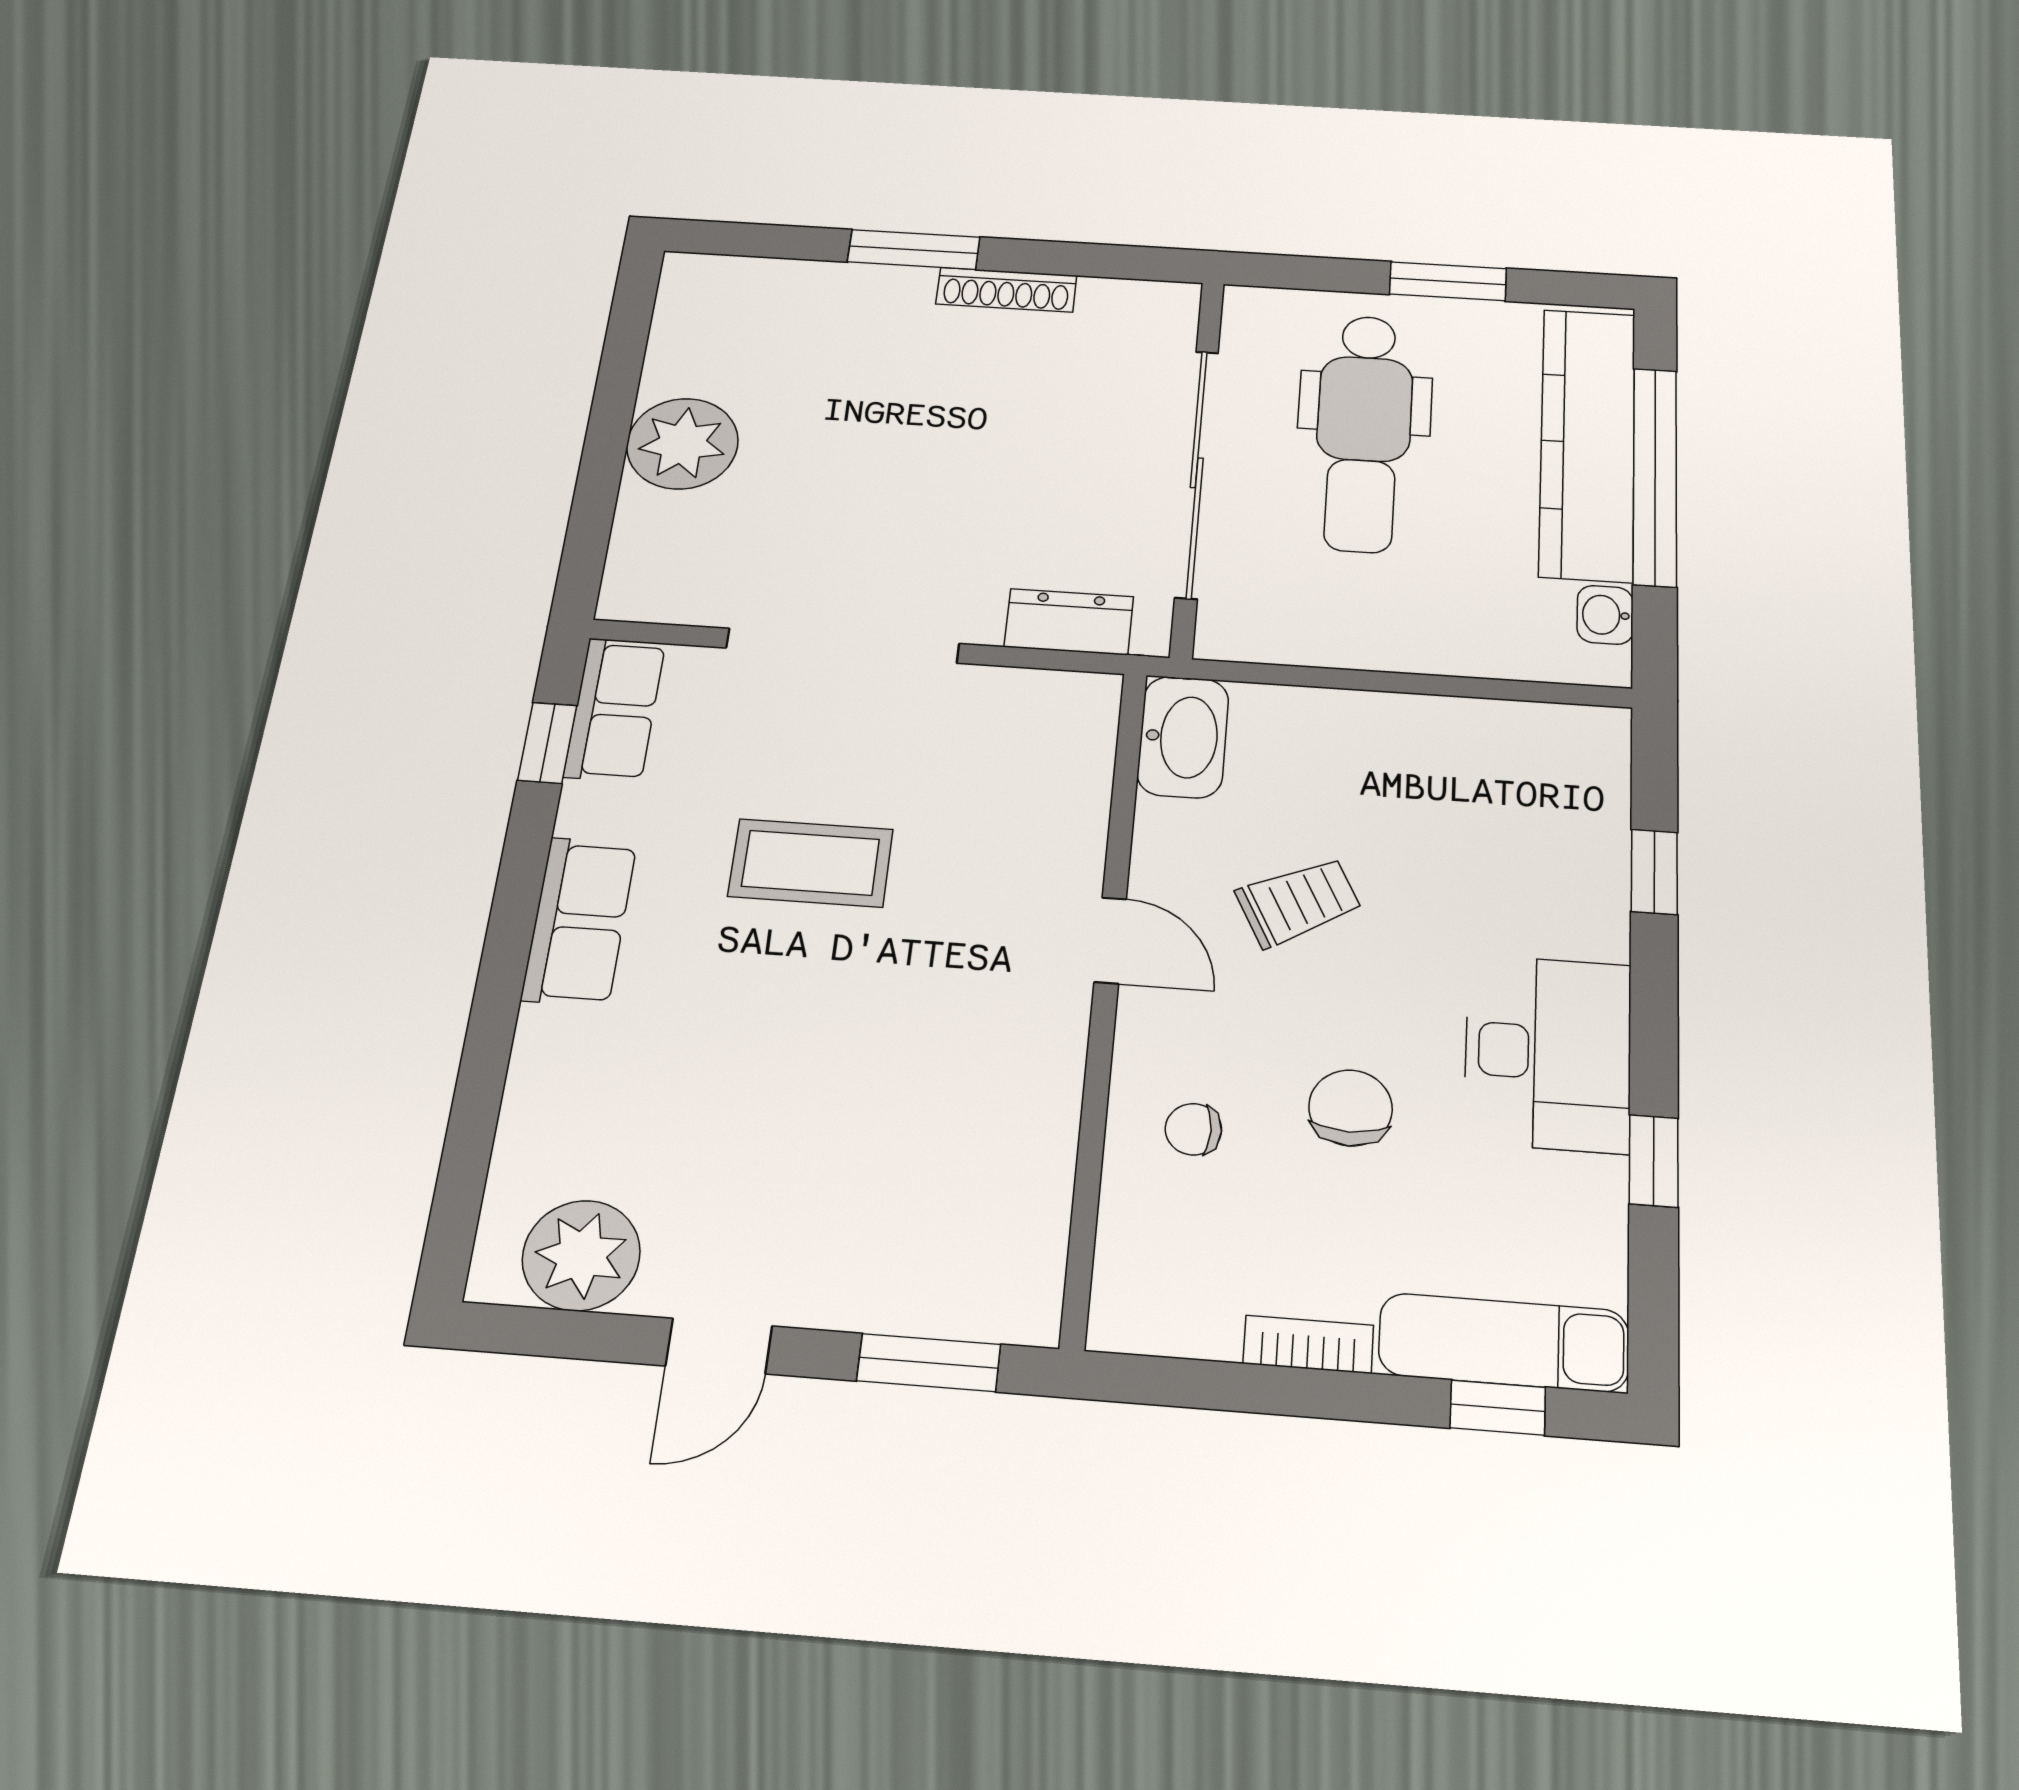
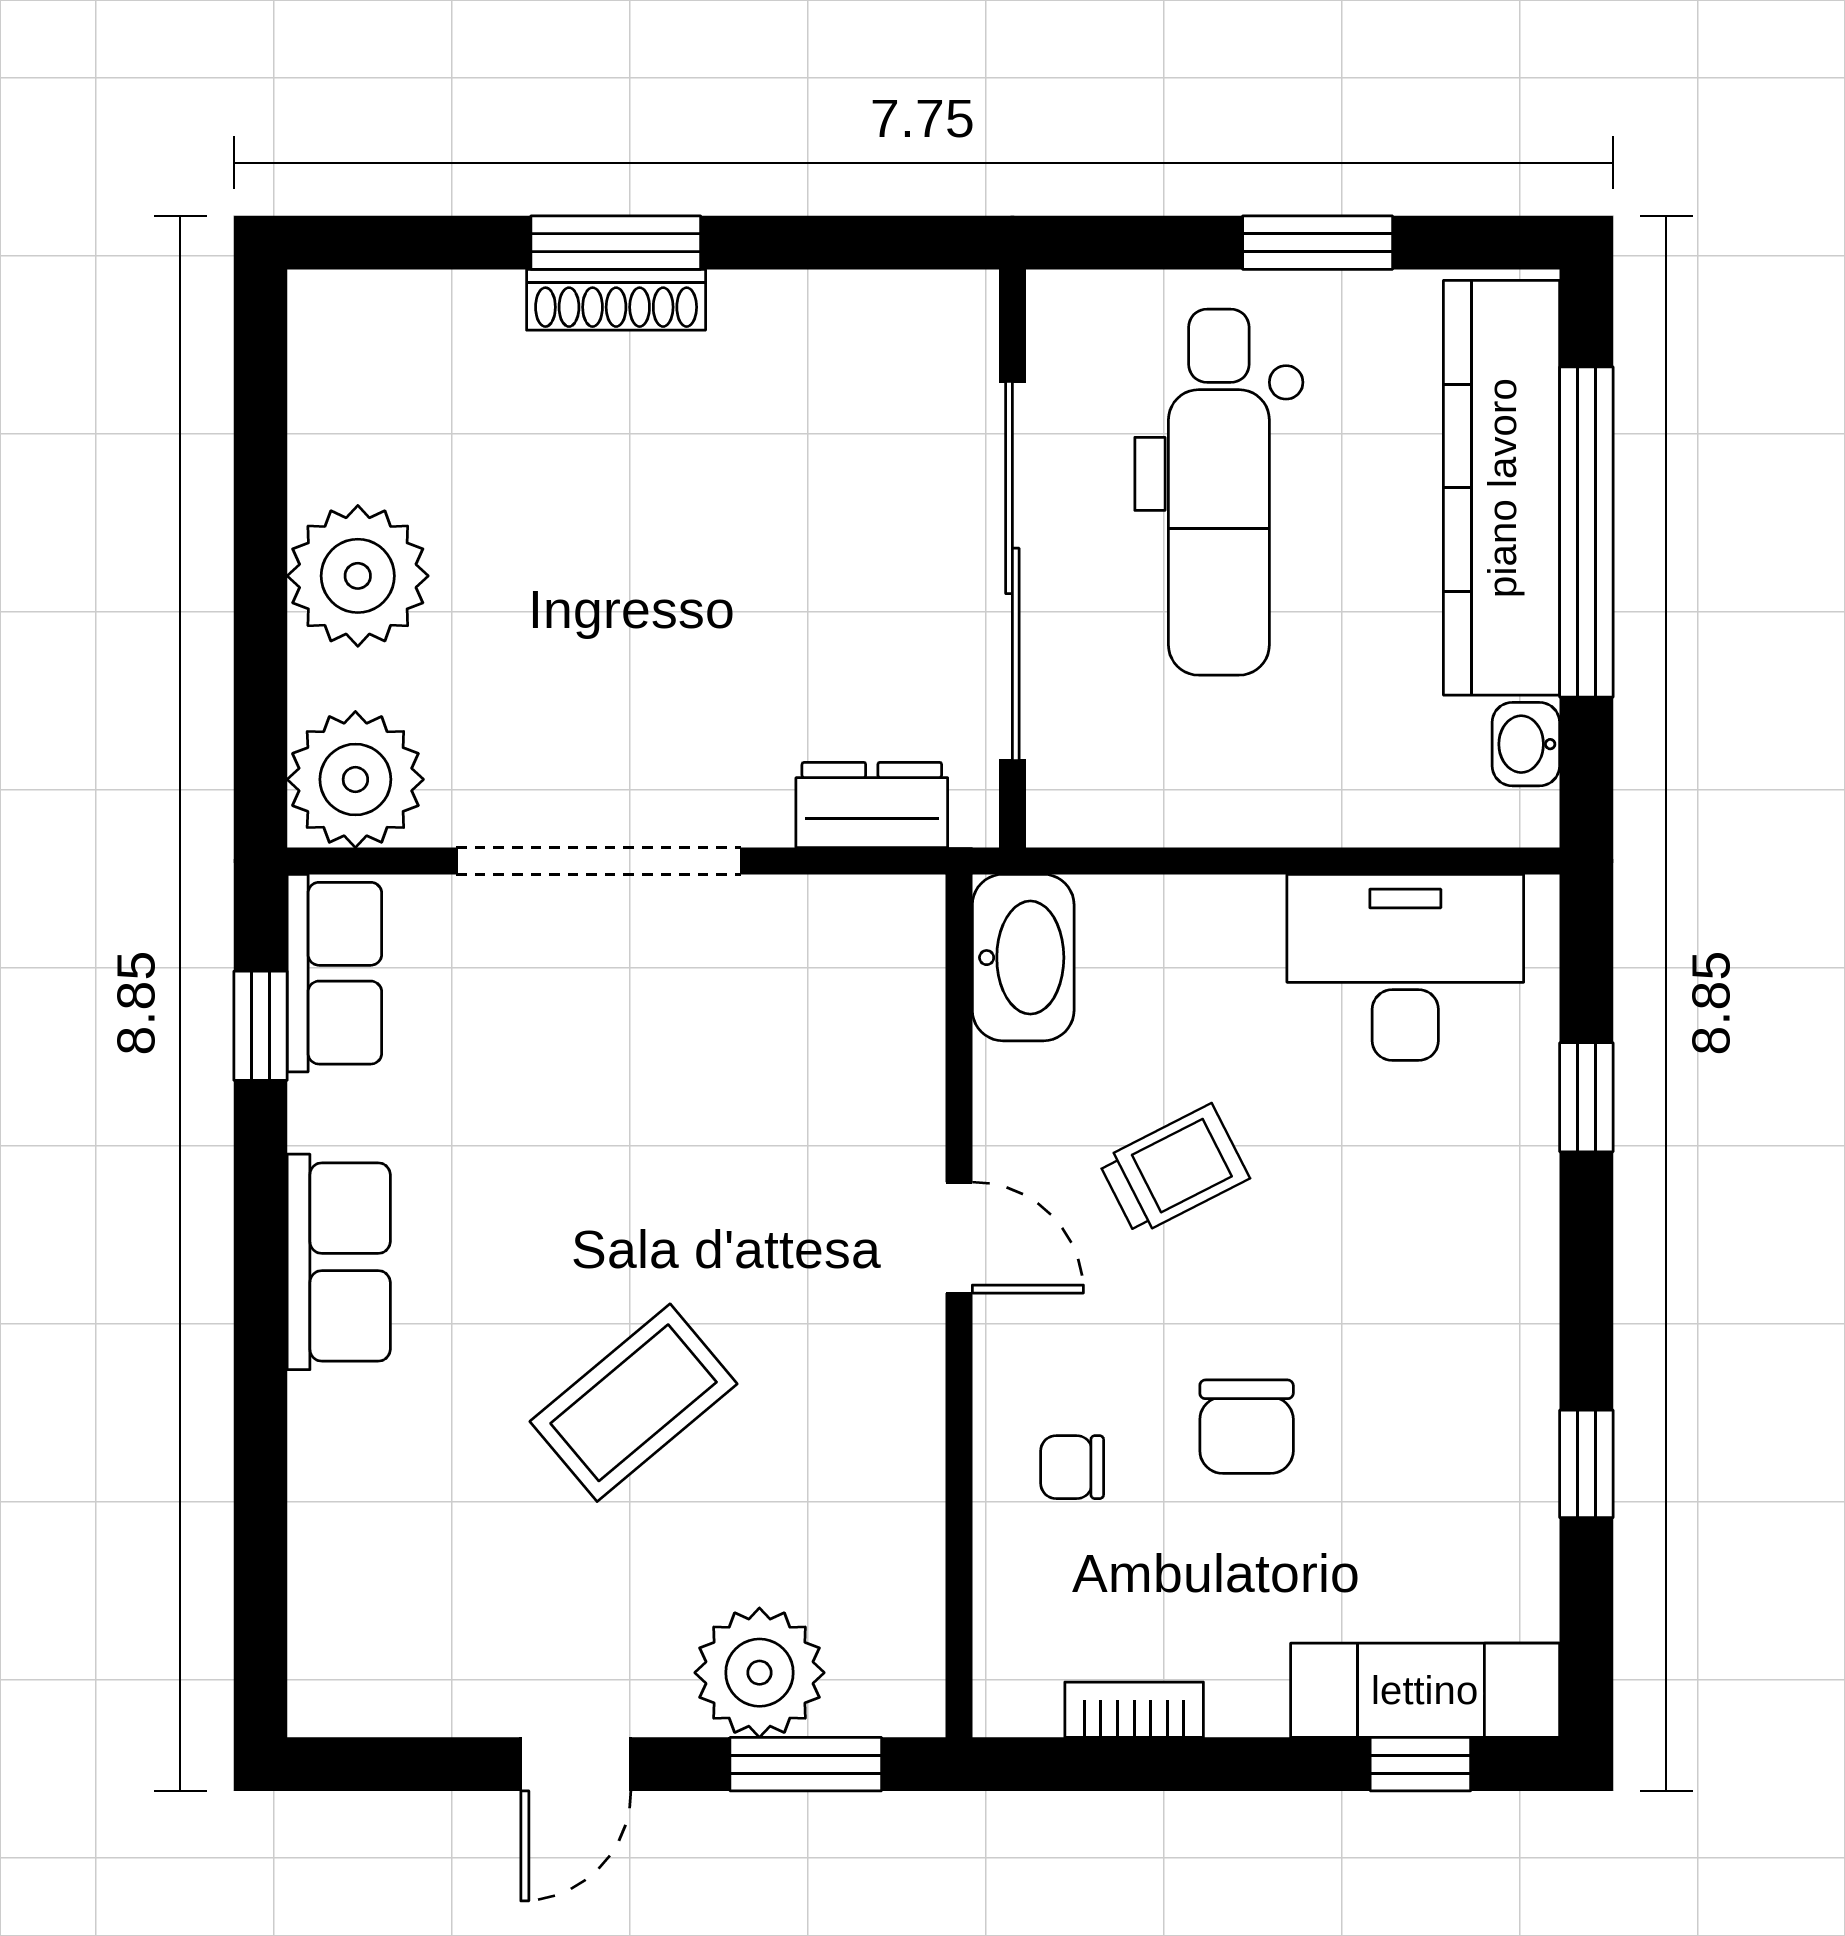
shoe rack: (1006, 290) -> (616, 300), moved
plant: (656, 577) -> (355, 779), added
coffee table: (811, 863) -> (634, 1403), moved, turned -40
desk: (1548, 1053) -> (1405, 967), moved, turned -90
chair: (1350, 1108) -> (1247, 1427), turned 180
plant: (581, 1255) -> (759, 1673), moved
bookcase: (1308, 1344) -> (1134, 1710), moved

